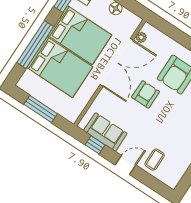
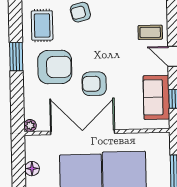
plant: (141, 37) -> (30, 126), moved

